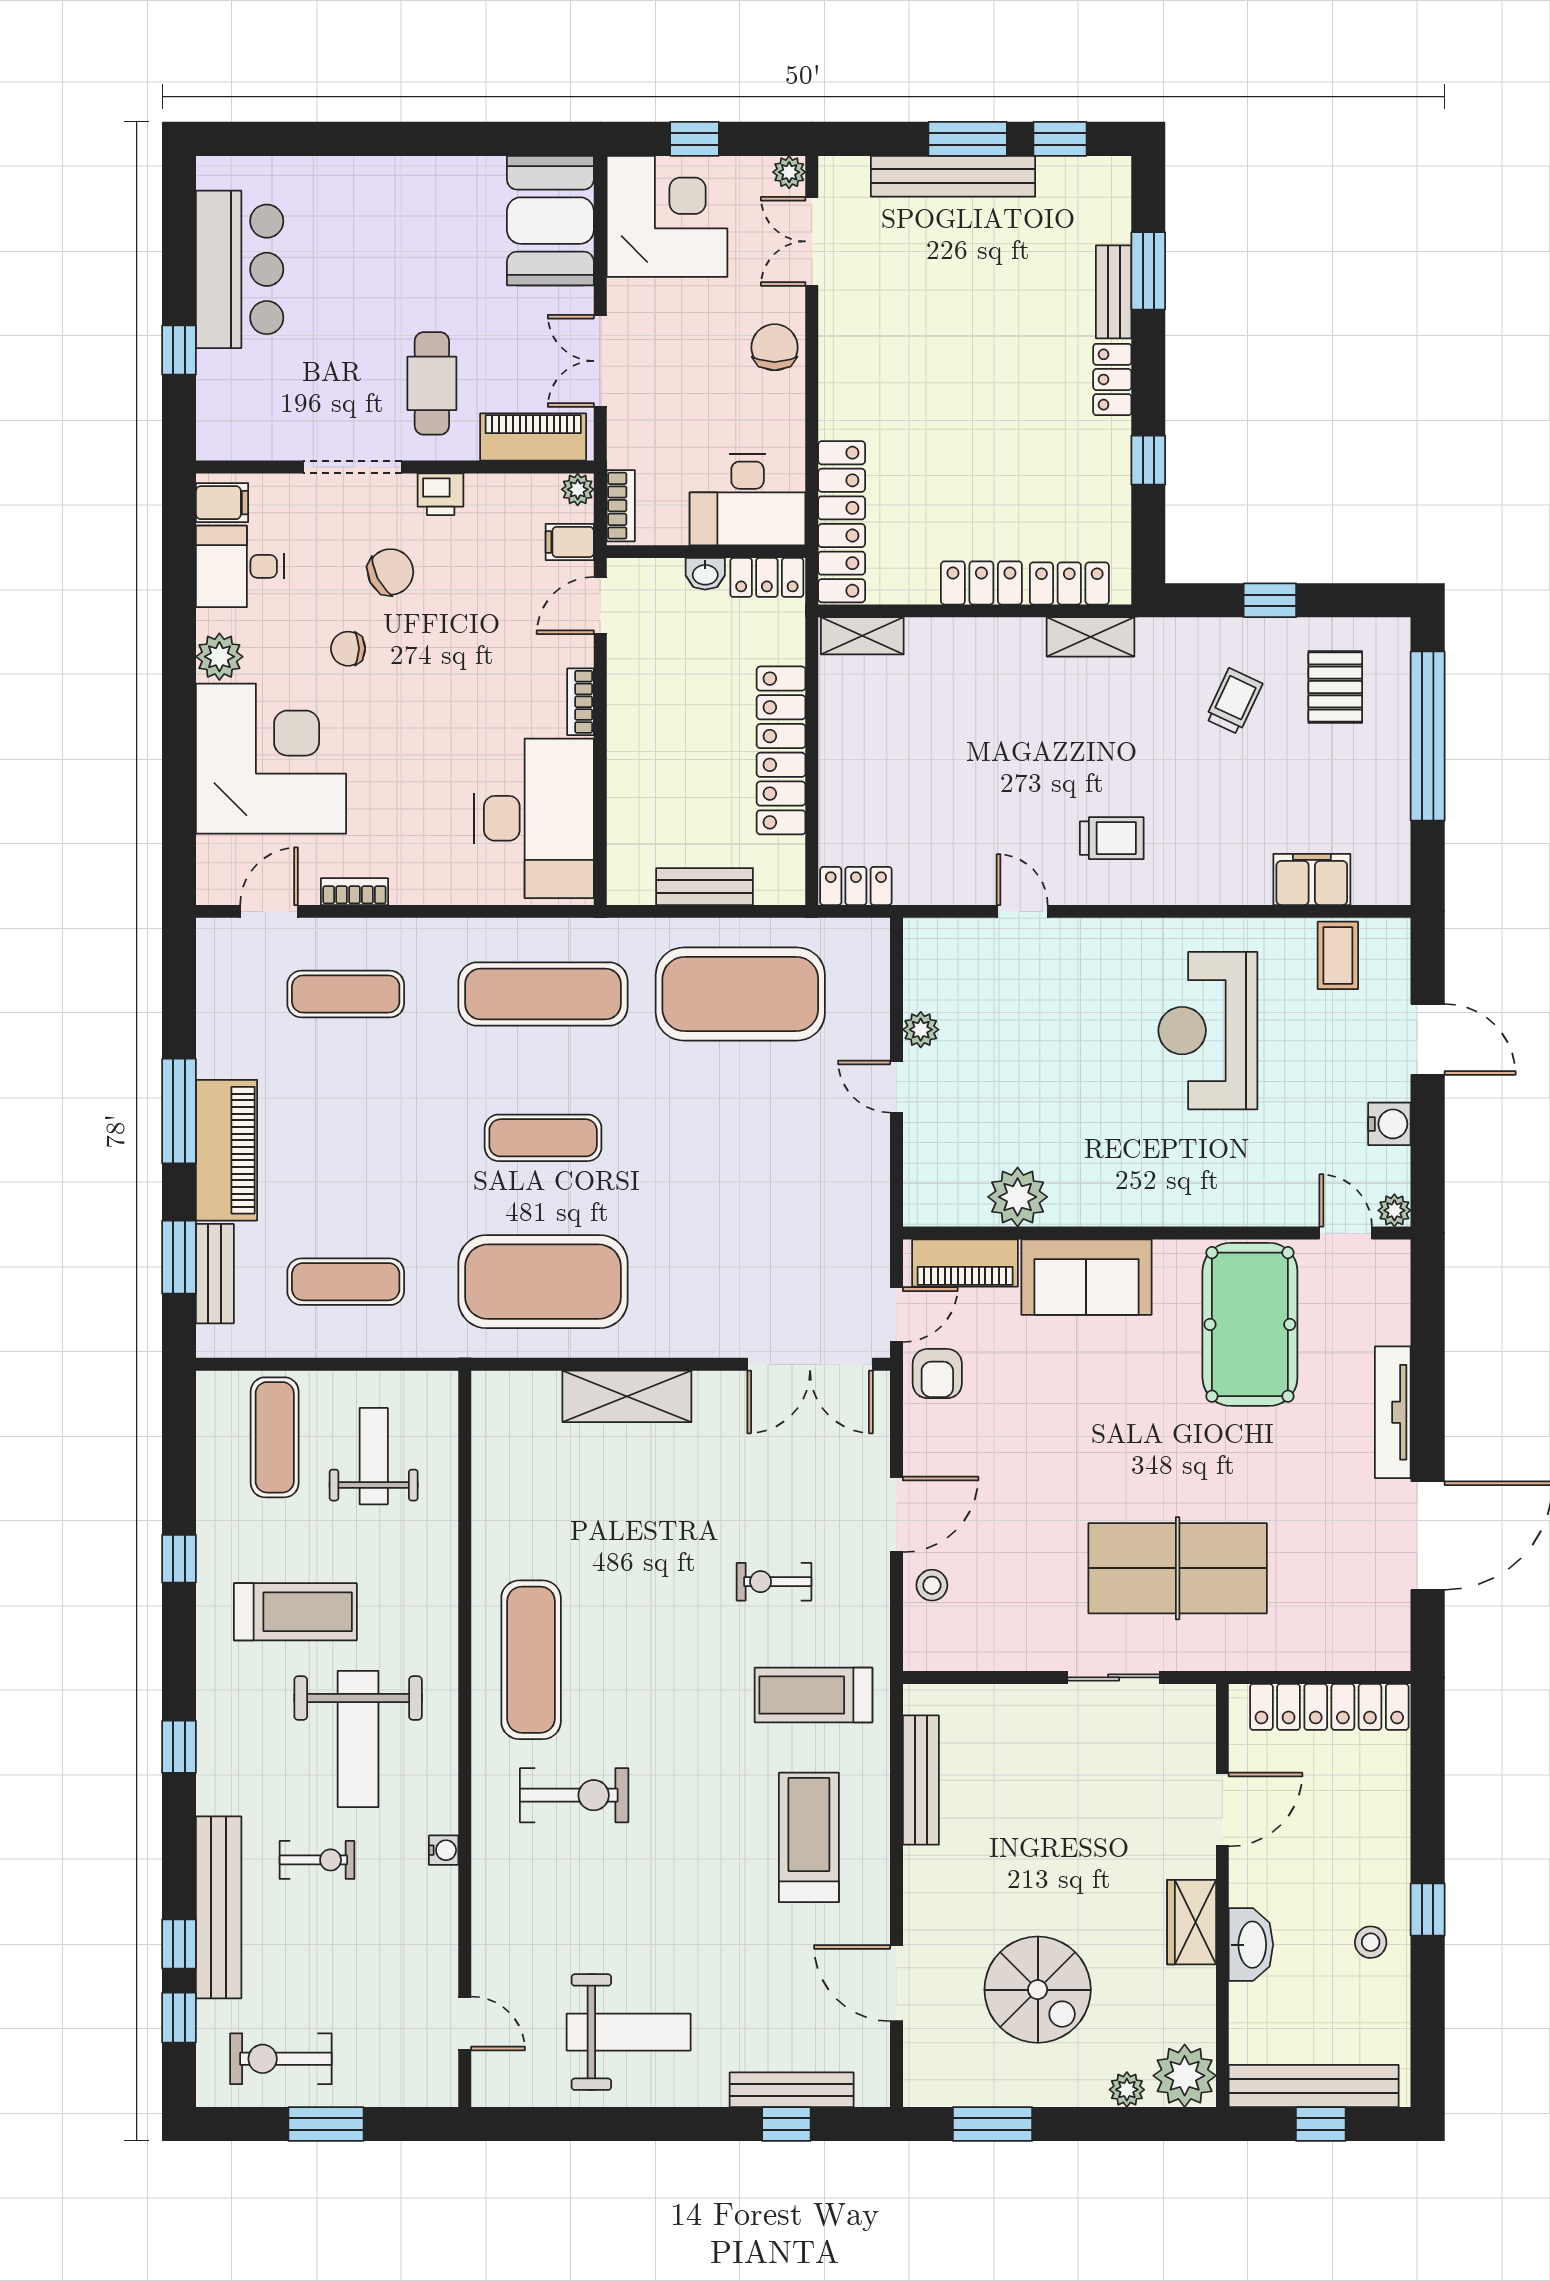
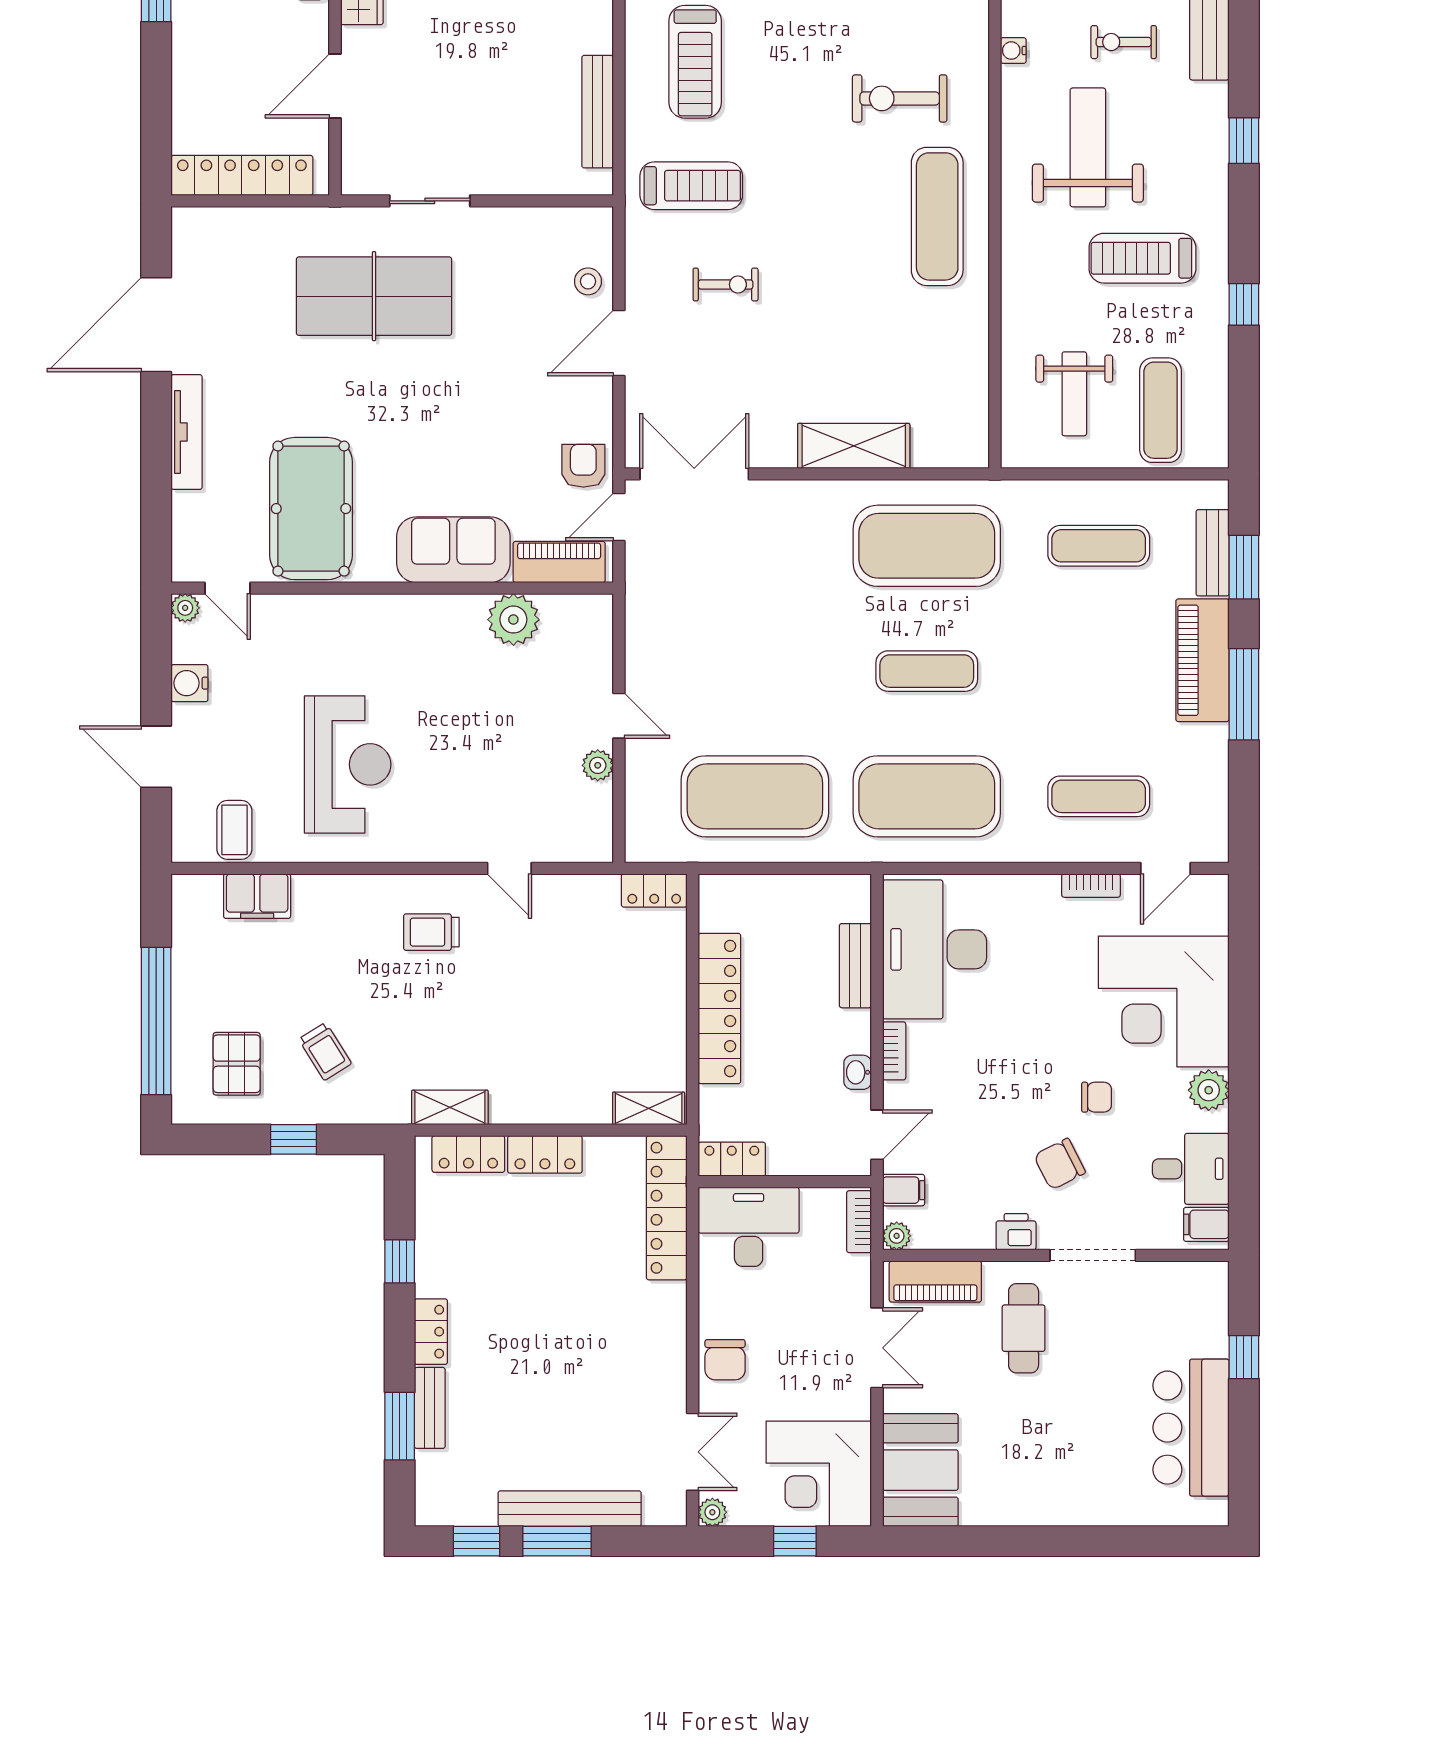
washbasin: (705, 574) -> (858, 1072), moved, turned -90
trolley: (1234, 701) -> (325, 1051), turned -57
bench: (705, 887) -> (855, 966), moved, turned 90
exercise mat: (543, 994) -> (927, 796), width x1.47

